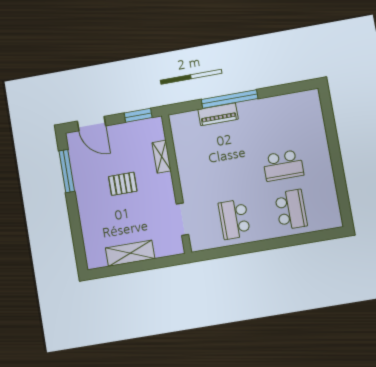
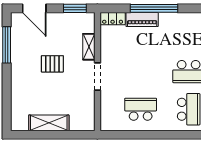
locker: (184, 119) -> (113, 19), added
doorway: (182, 219) -> (97, 76), moved
school desk: (234, 219) -> (141, 109), turned 90

